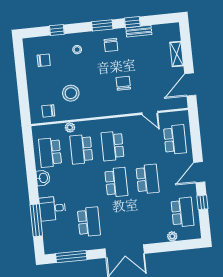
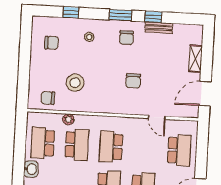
chair: (123, 83) -> (133, 81), turned 180
school desk: (81, 149) -> (77, 145), turned 180

